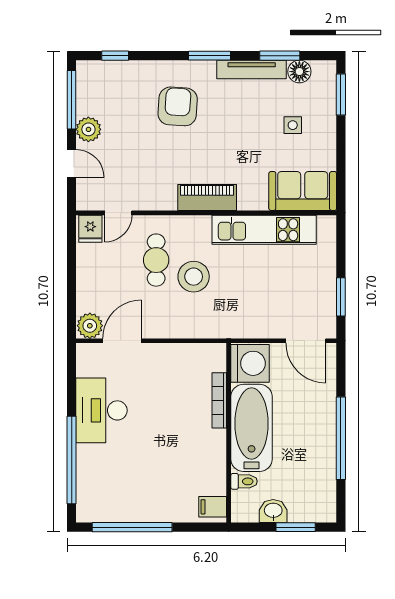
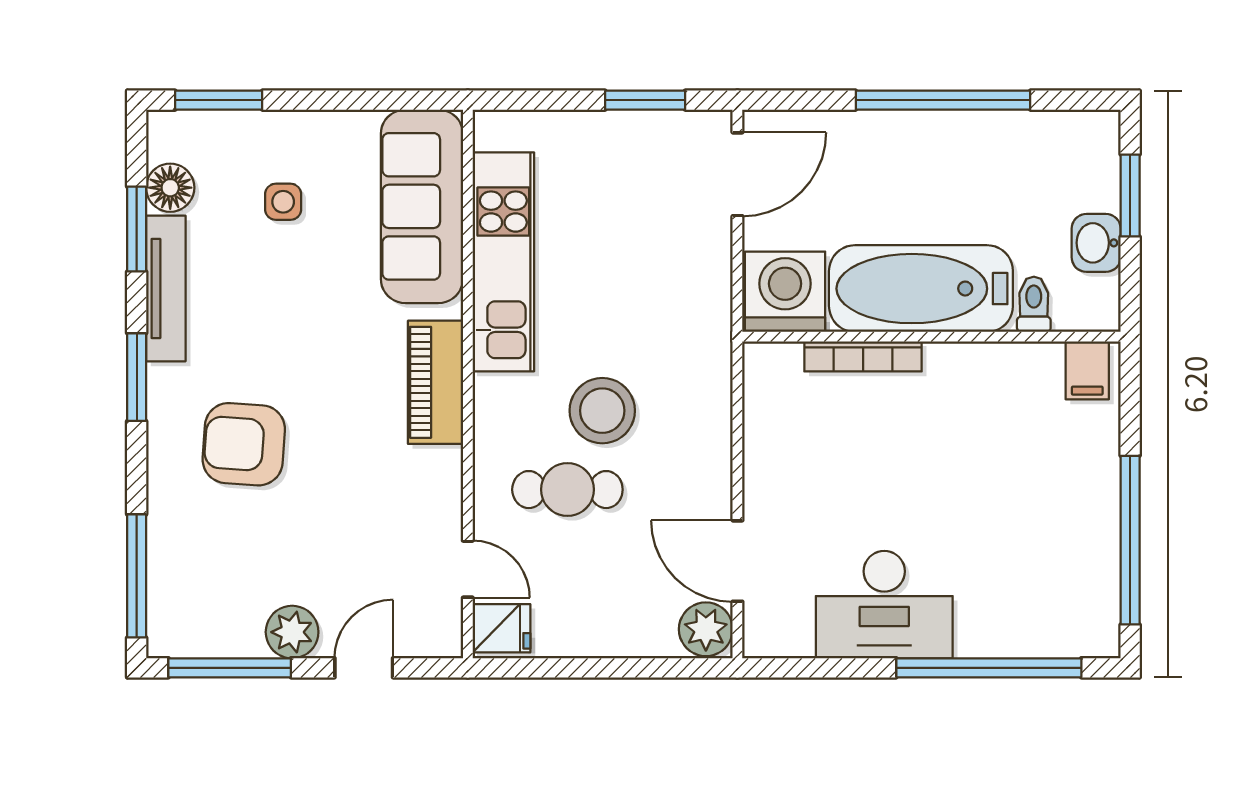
window: (115, 56) -> (137, 576), width x2.17
sofa: (303, 191) -> (422, 206), width x1.36

